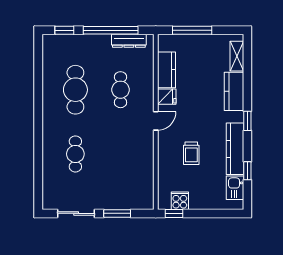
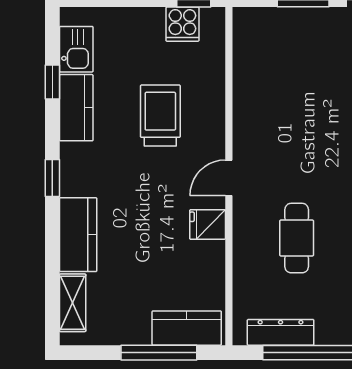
kitchen counter: (166, 70) -> (187, 328), moved, turned 90
kitchen counter: (235, 149) -> (76, 108), width x0.67
trolley: (191, 153) -> (160, 115), width x1.36, depth x1.39

